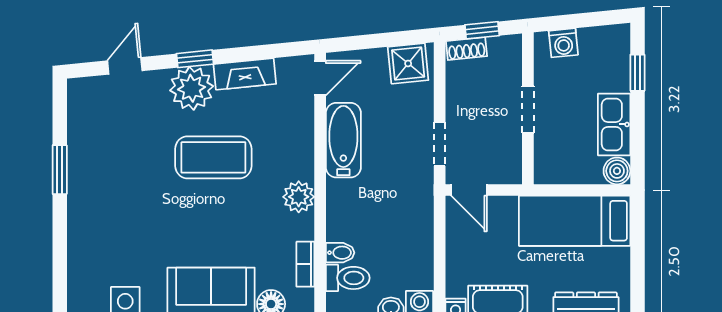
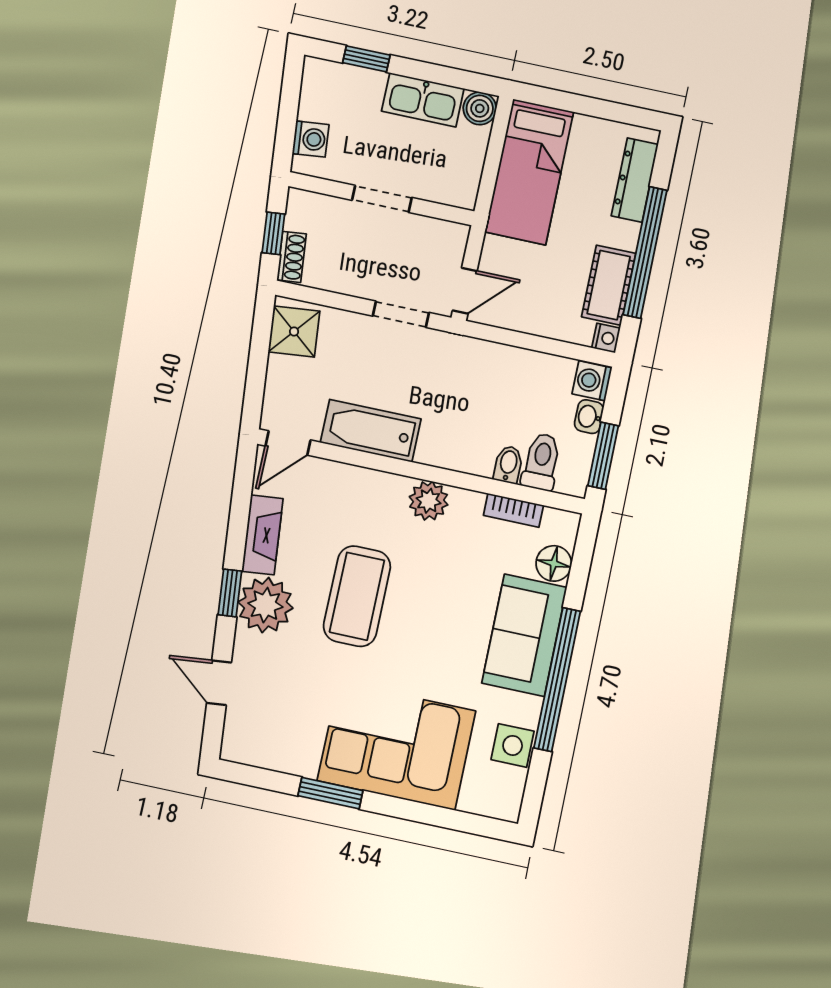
door: (320, 78) -> (288, 443), swing flipped
corner sofa: (106, 212) -> (397, 746), added

